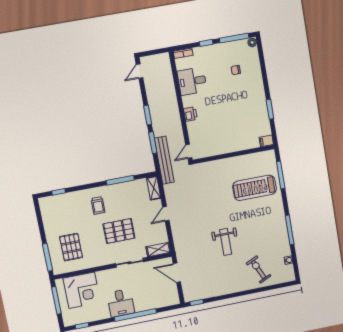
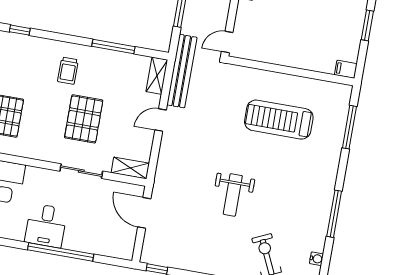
bench: (164, 160) -> (182, 71), moved
treadmill: (255, 188) -> (279, 120), moved
pallet: (119, 231) -> (84, 119), turned 90

